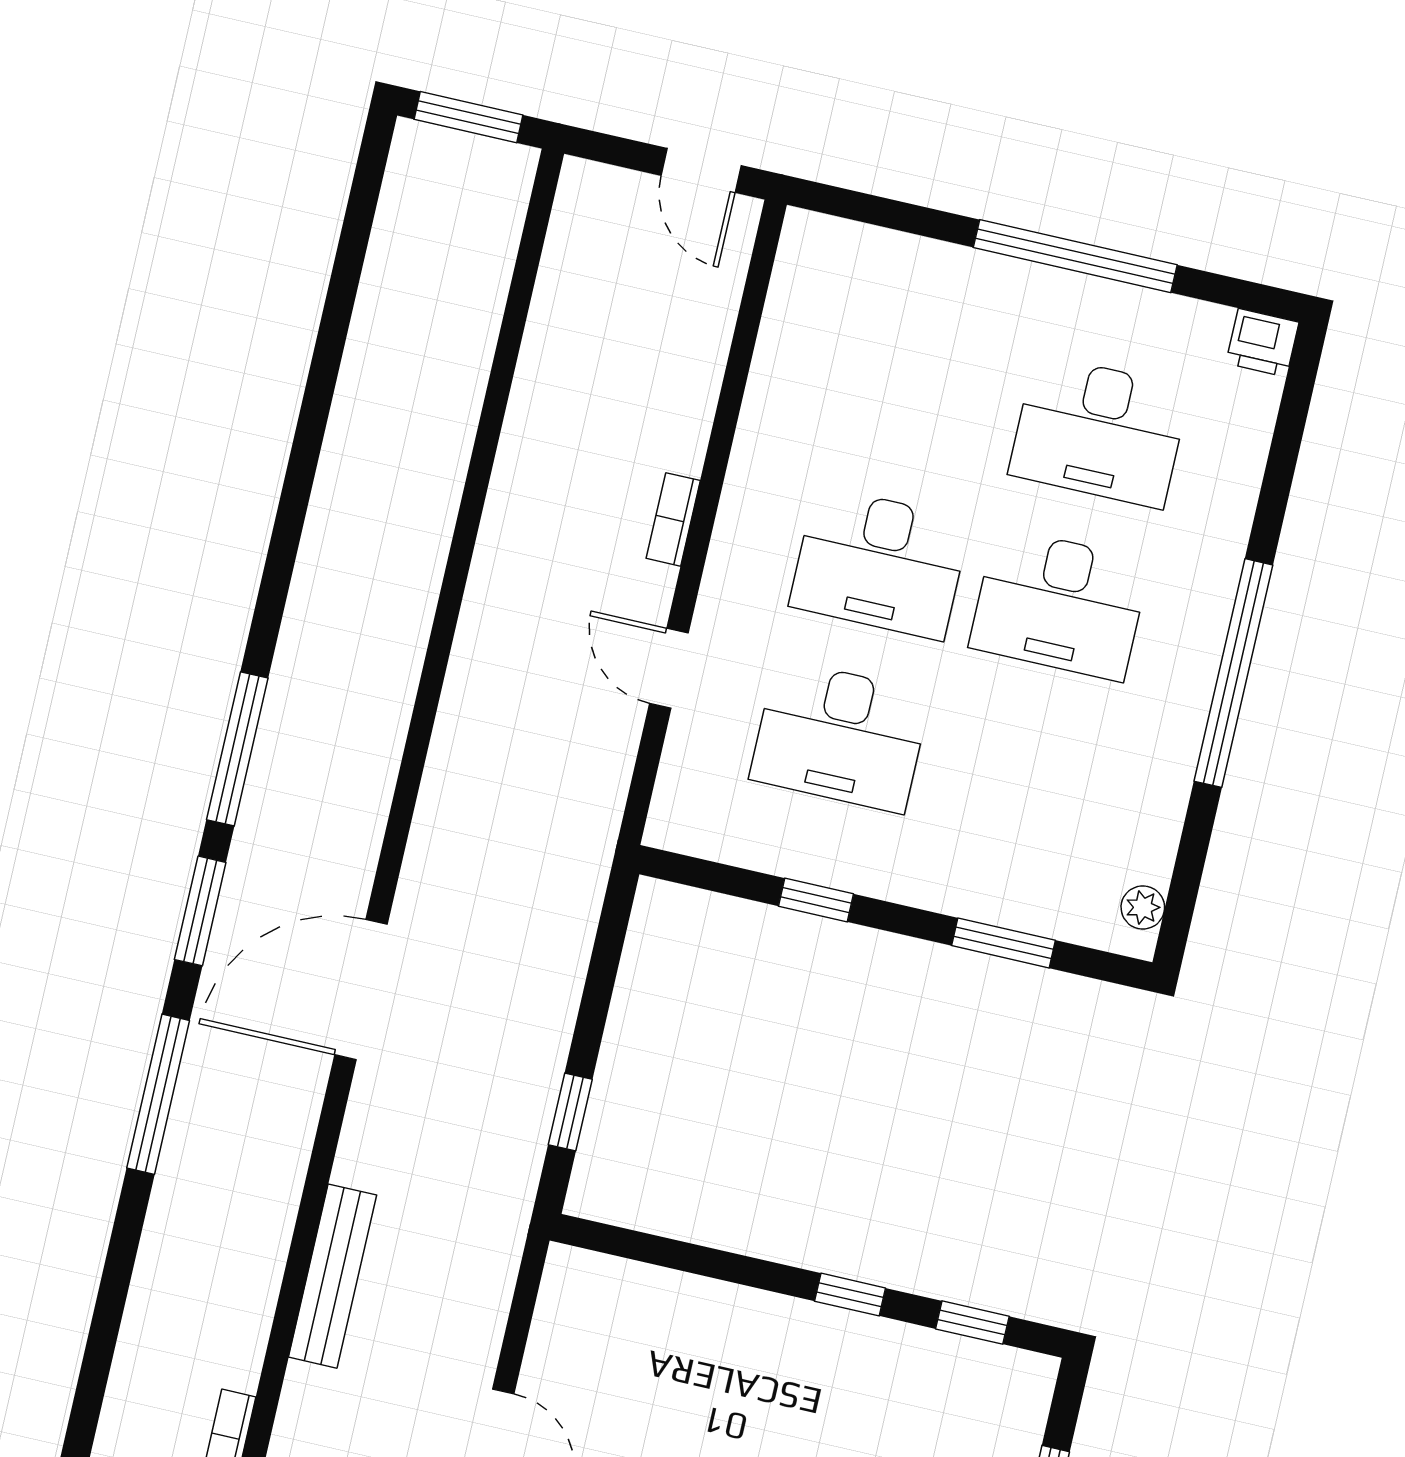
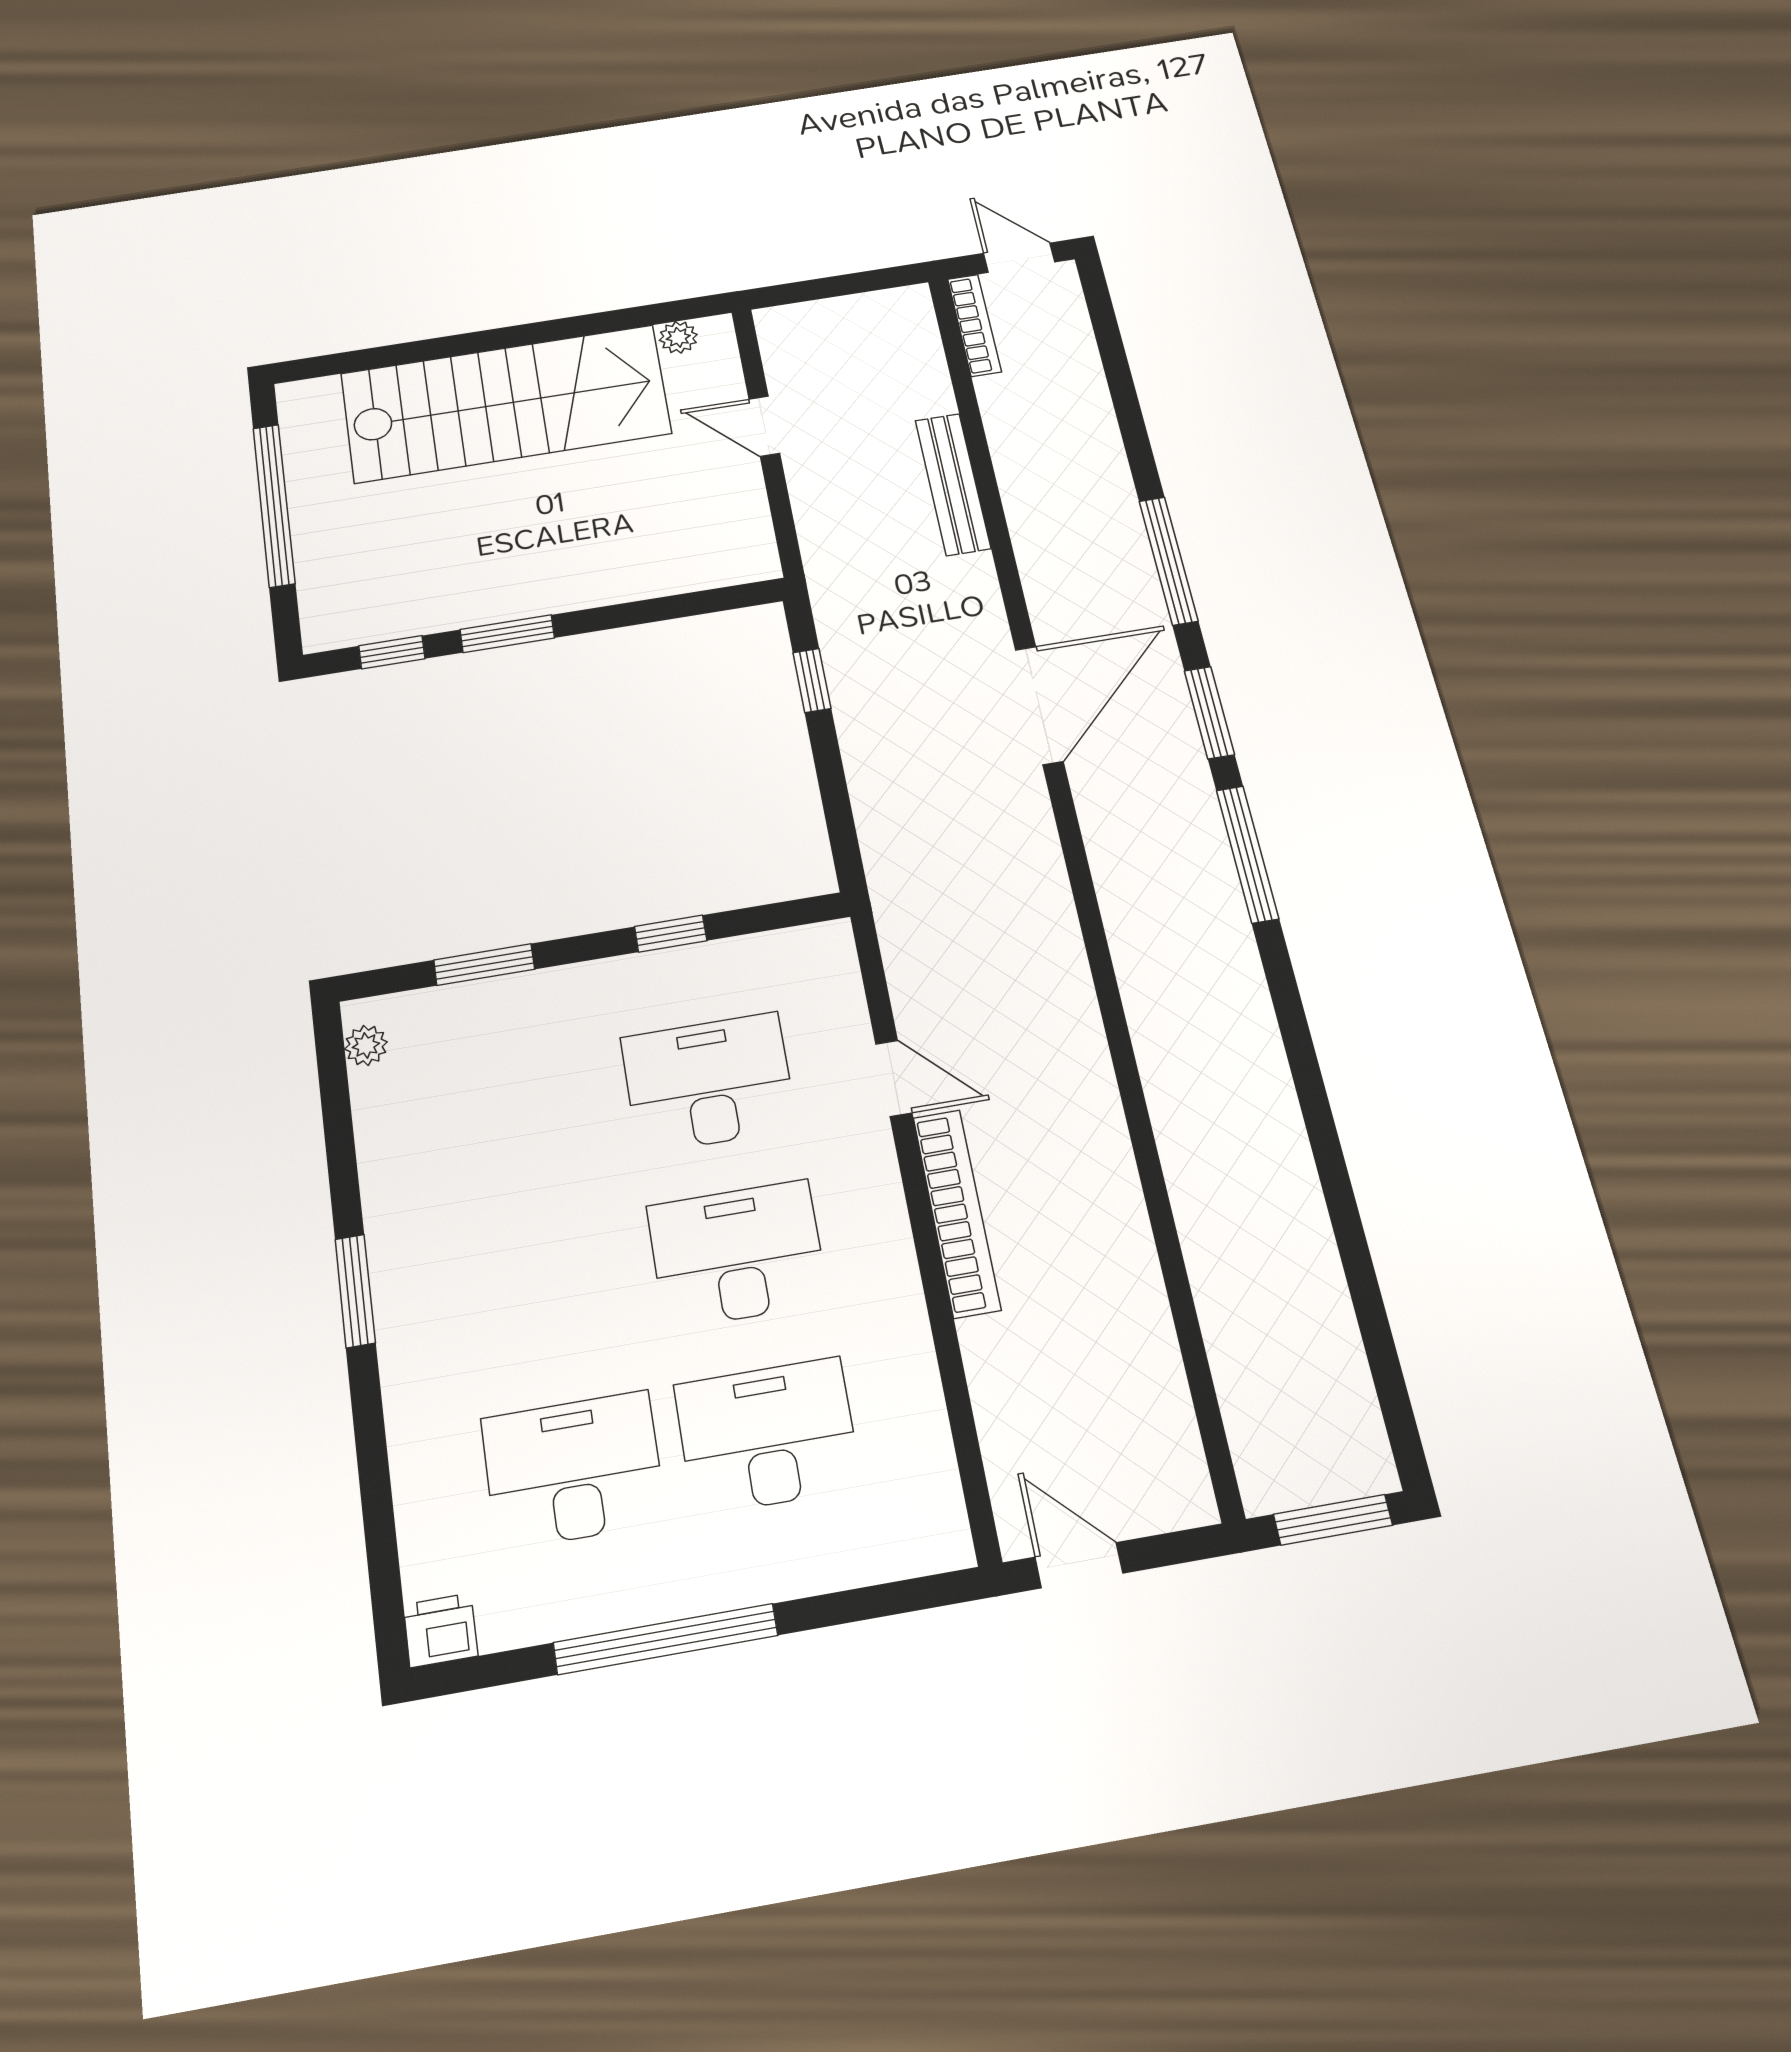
bookcase: (673, 519) -> (957, 1213), width x2.31, depth x1.31
desk: (1060, 604) -> (768, 1436), moved
window: (1233, 673) -> (355, 1291), width x0.47
window: (850, 1295) -> (507, 634), width x1.50

